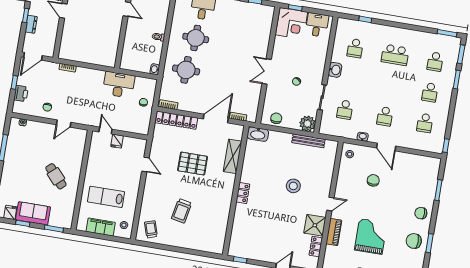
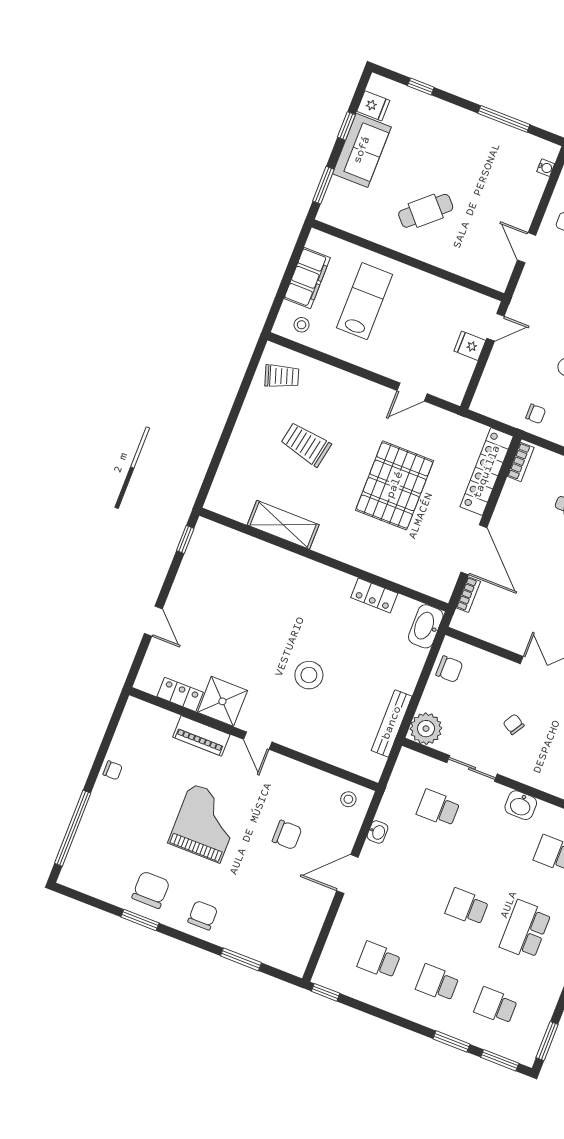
school desk: (385, 116) -> (467, 907), moved
shelving: (233, 156) -> (283, 525), moved
pallet: (193, 164) -> (395, 485), width x1.37, depth x1.41
locker: (243, 193) -> (374, 595), moved
grand piano: (371, 236) -> (205, 823), moved, turned -90

